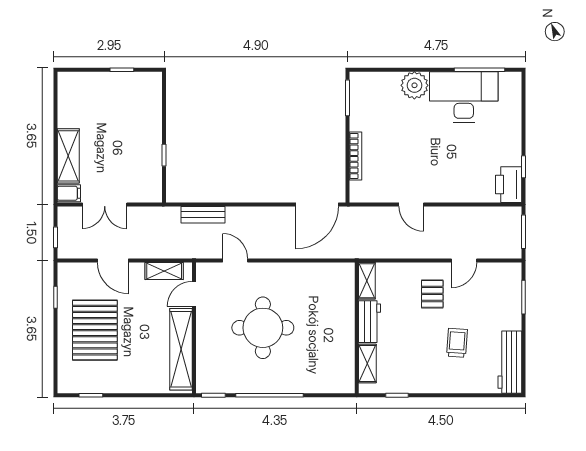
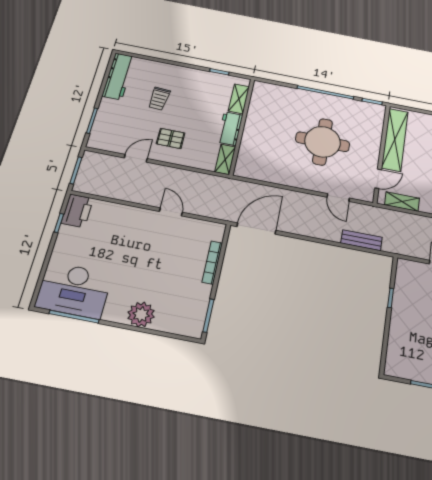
desk: (464, 97) -> (74, 290), moved
pallet: (432, 294) -> (171, 138), turned 90

